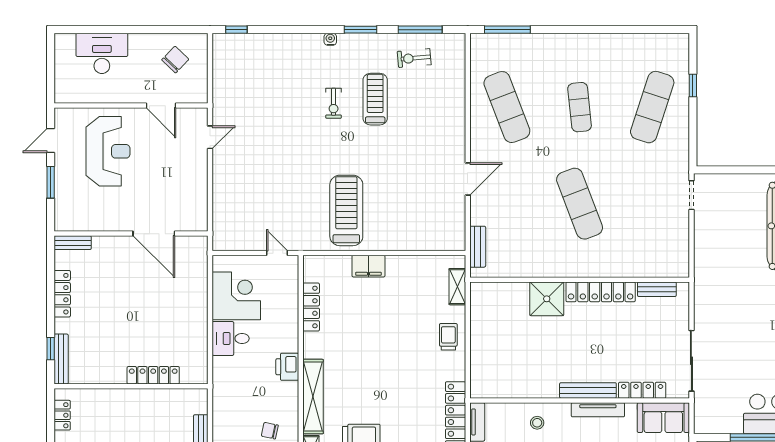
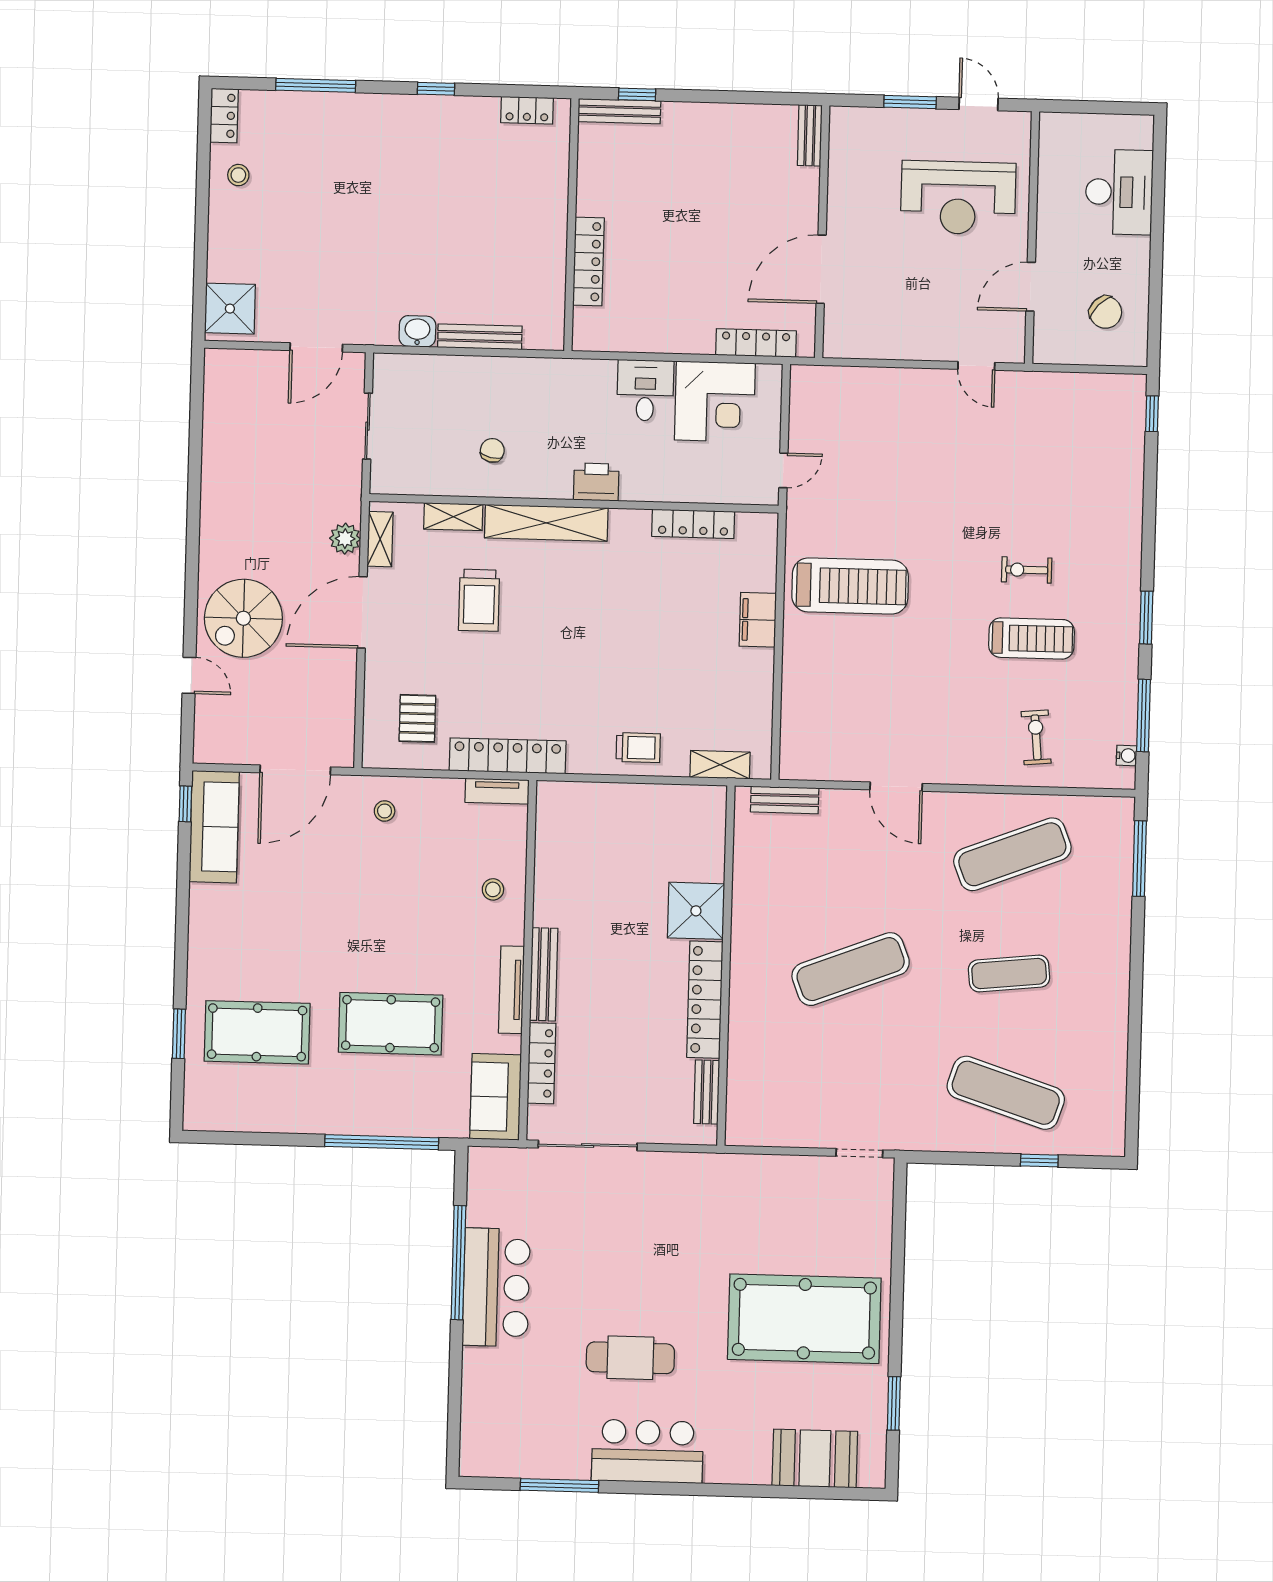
water cooler: (330, 39) -> (1127, 756), moved
exercise bike: (414, 58) -> (1036, 737), moved
locker: (62, 294) -> (756, 343), moved, turned 180

